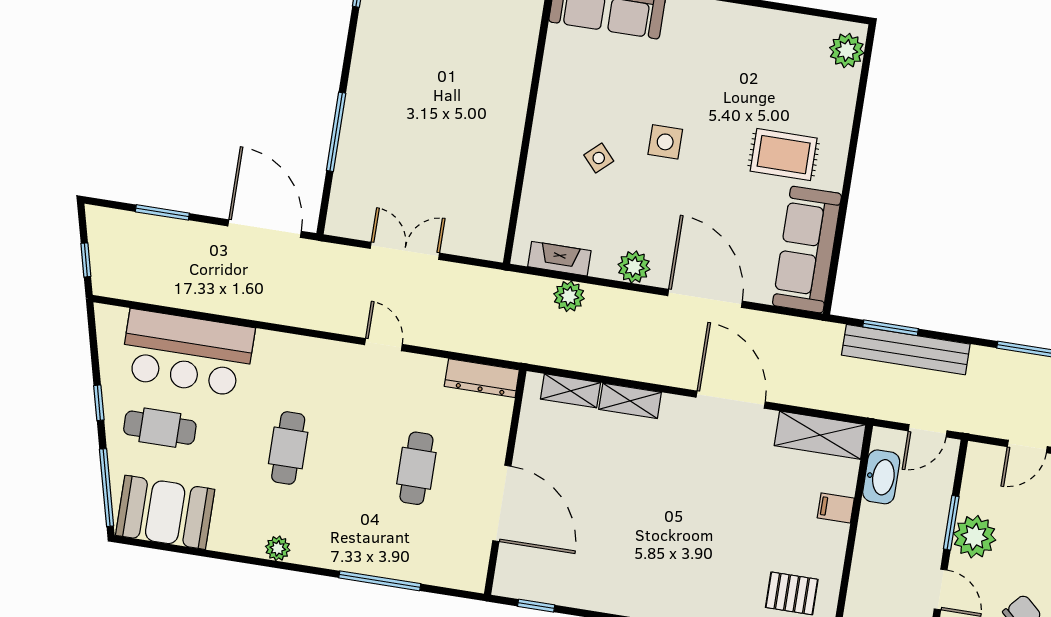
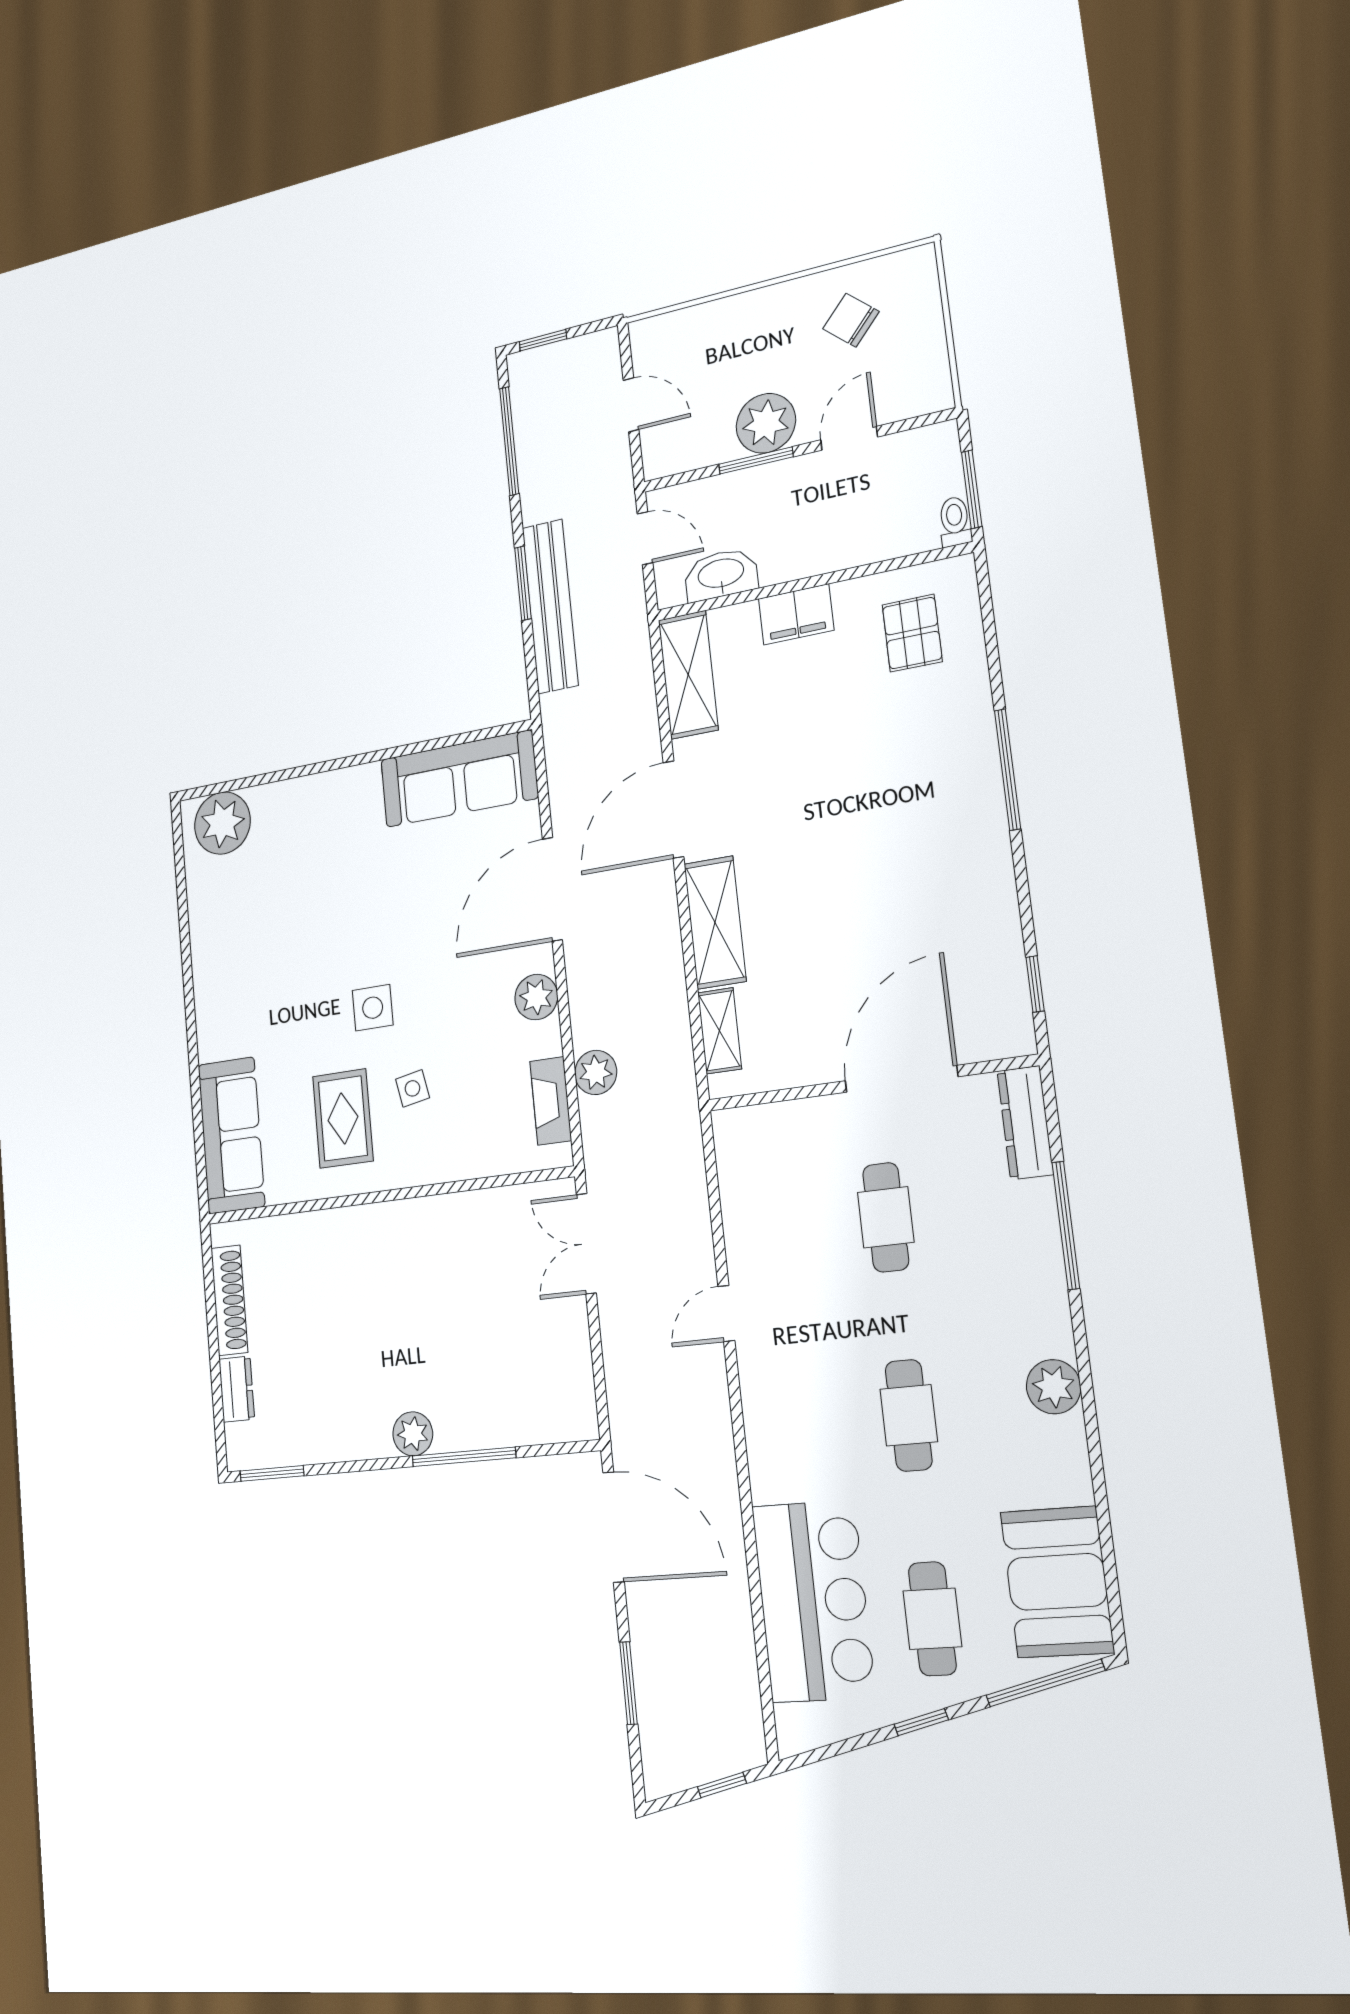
plant: (847, 50) -> (222, 823), width x1.36, depth x1.36
plant: (361, 97) -> (413, 1434), added
rug: (784, 155) -> (343, 1119), moved
side table: (599, 158) -> (412, 1088), turned 31
door: (265, 229) -> (614, 1527), swing flipped
double door: (405, 251) -> (586, 1244), moved
window: (891, 328) -> (523, 583), moved
dresser: (482, 378) -> (1025, 1123), moved, turned 180
shelving: (630, 401) -> (715, 922), width x1.50, depth x1.33
cafe table: (288, 448) -> (909, 1415), turned 90
cafe table: (416, 468) -> (886, 1217), turned 90
filing cabinet: (836, 508) -> (796, 614), width x2.00
plant: (278, 548) -> (1054, 1387), width x1.38, depth x1.38

